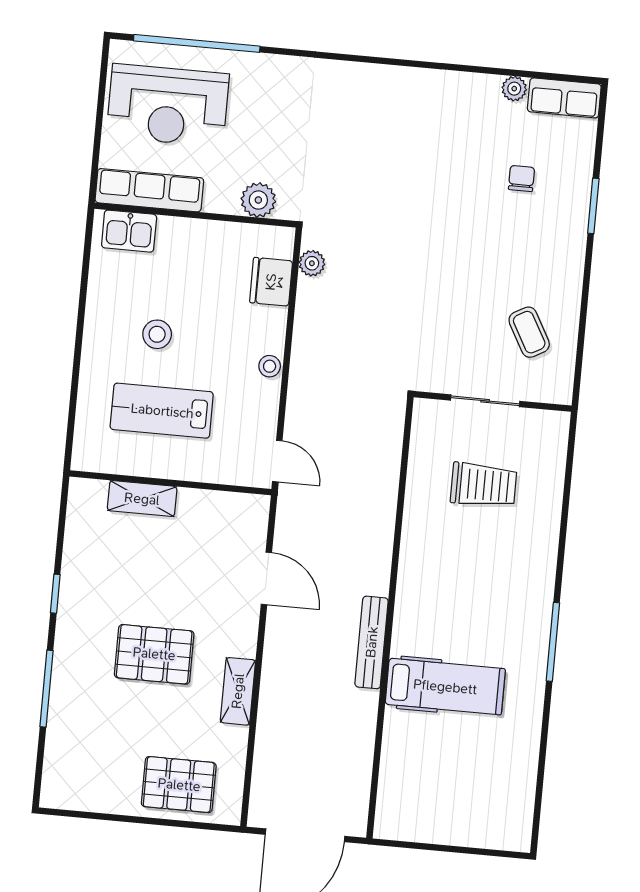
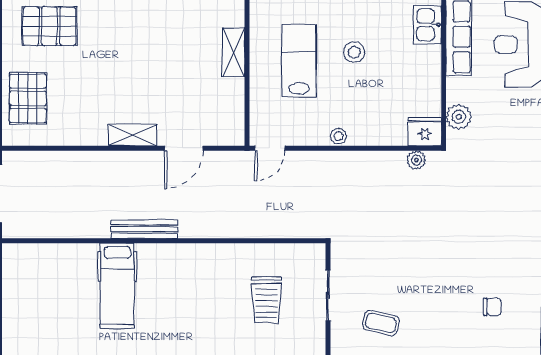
fridge: (271, 282) -> (425, 132), moved
coffee table: (529, 332) -> (381, 323), turned 42
pallet: (154, 654) -> (49, 26), moved, turned 90
shelving: (238, 691) -> (133, 135), moved

